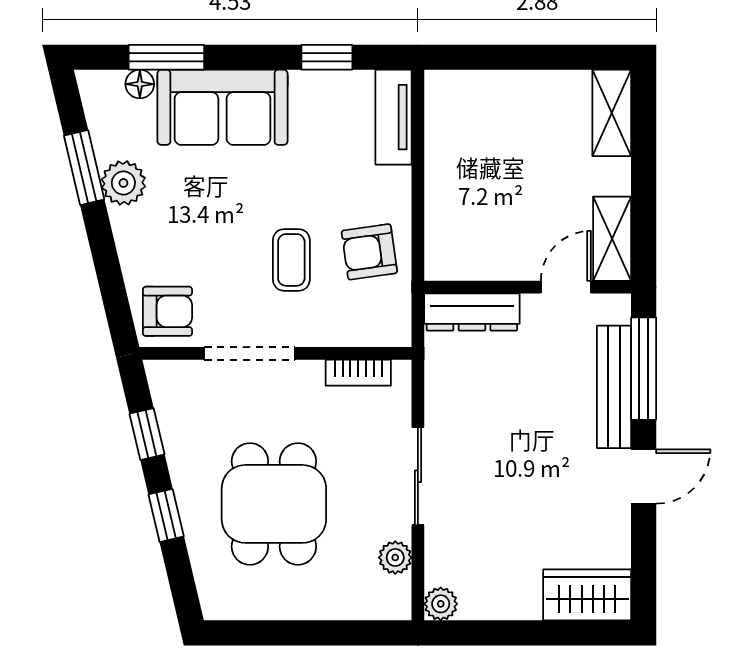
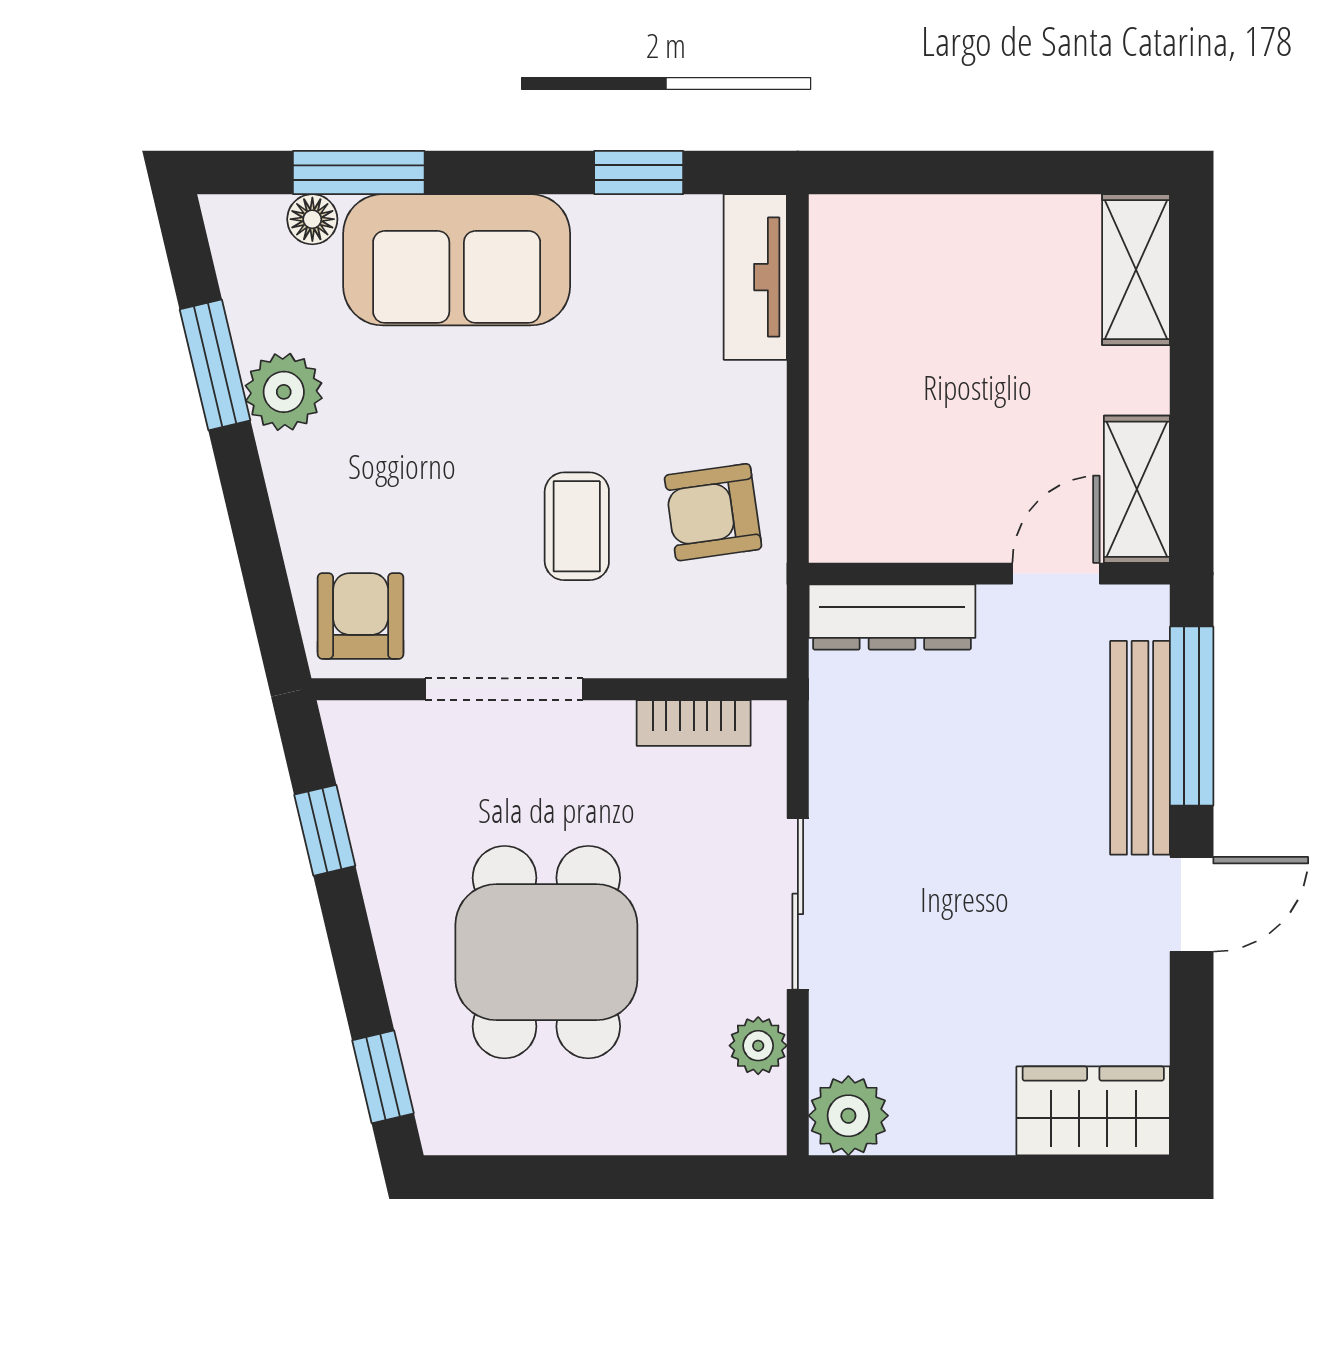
armchair: (167, 311) -> (361, 616), turned -90
window: (166, 515) -> (383, 1077), moved
plant: (441, 604) -> (848, 1116), width x1.38, depth x1.38

